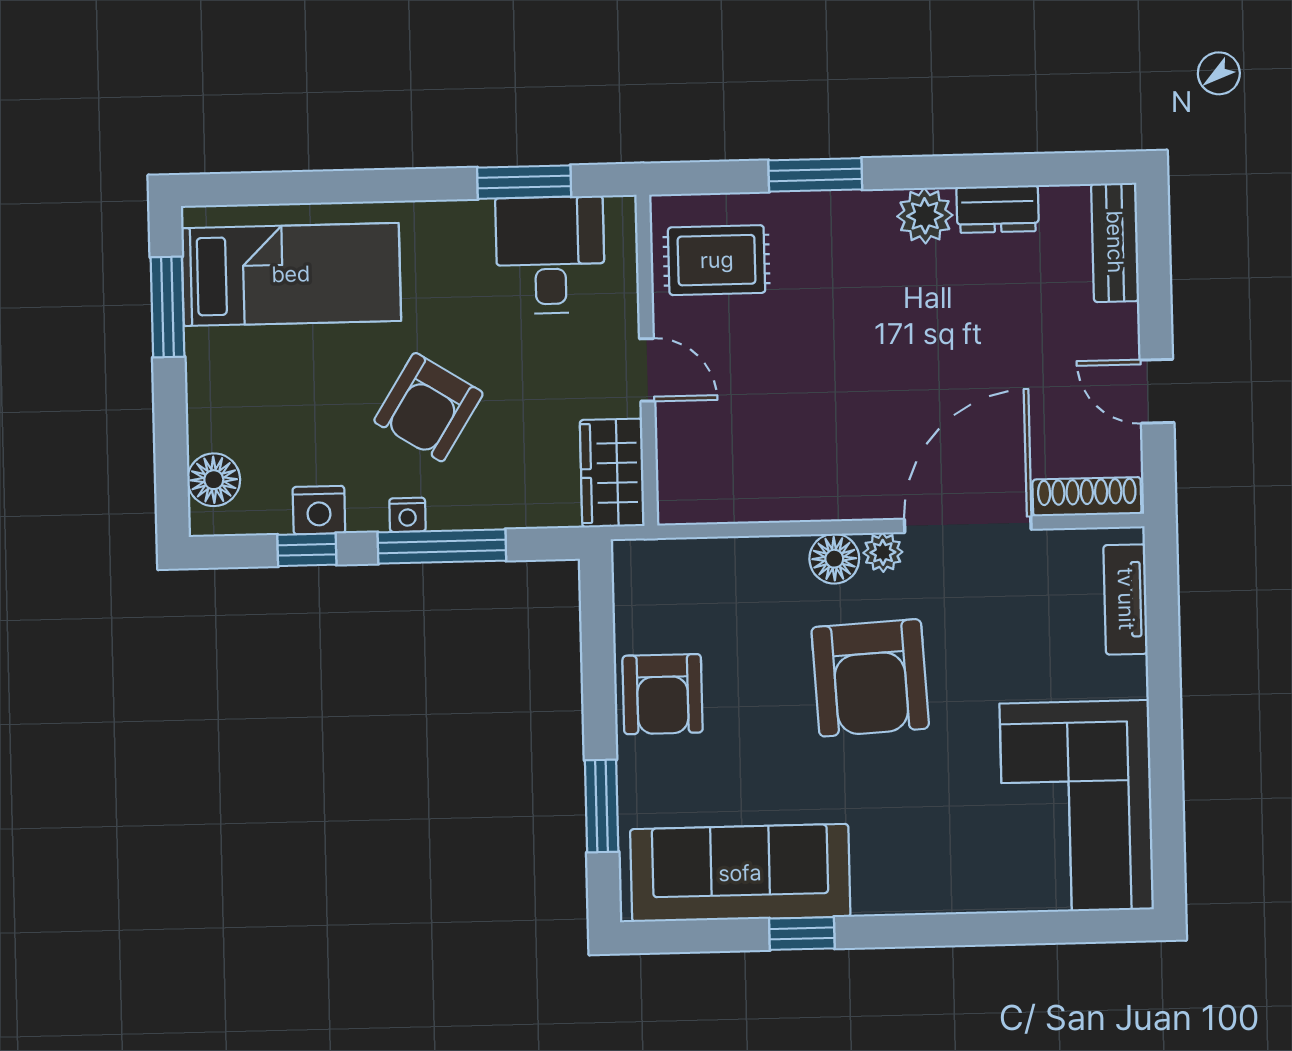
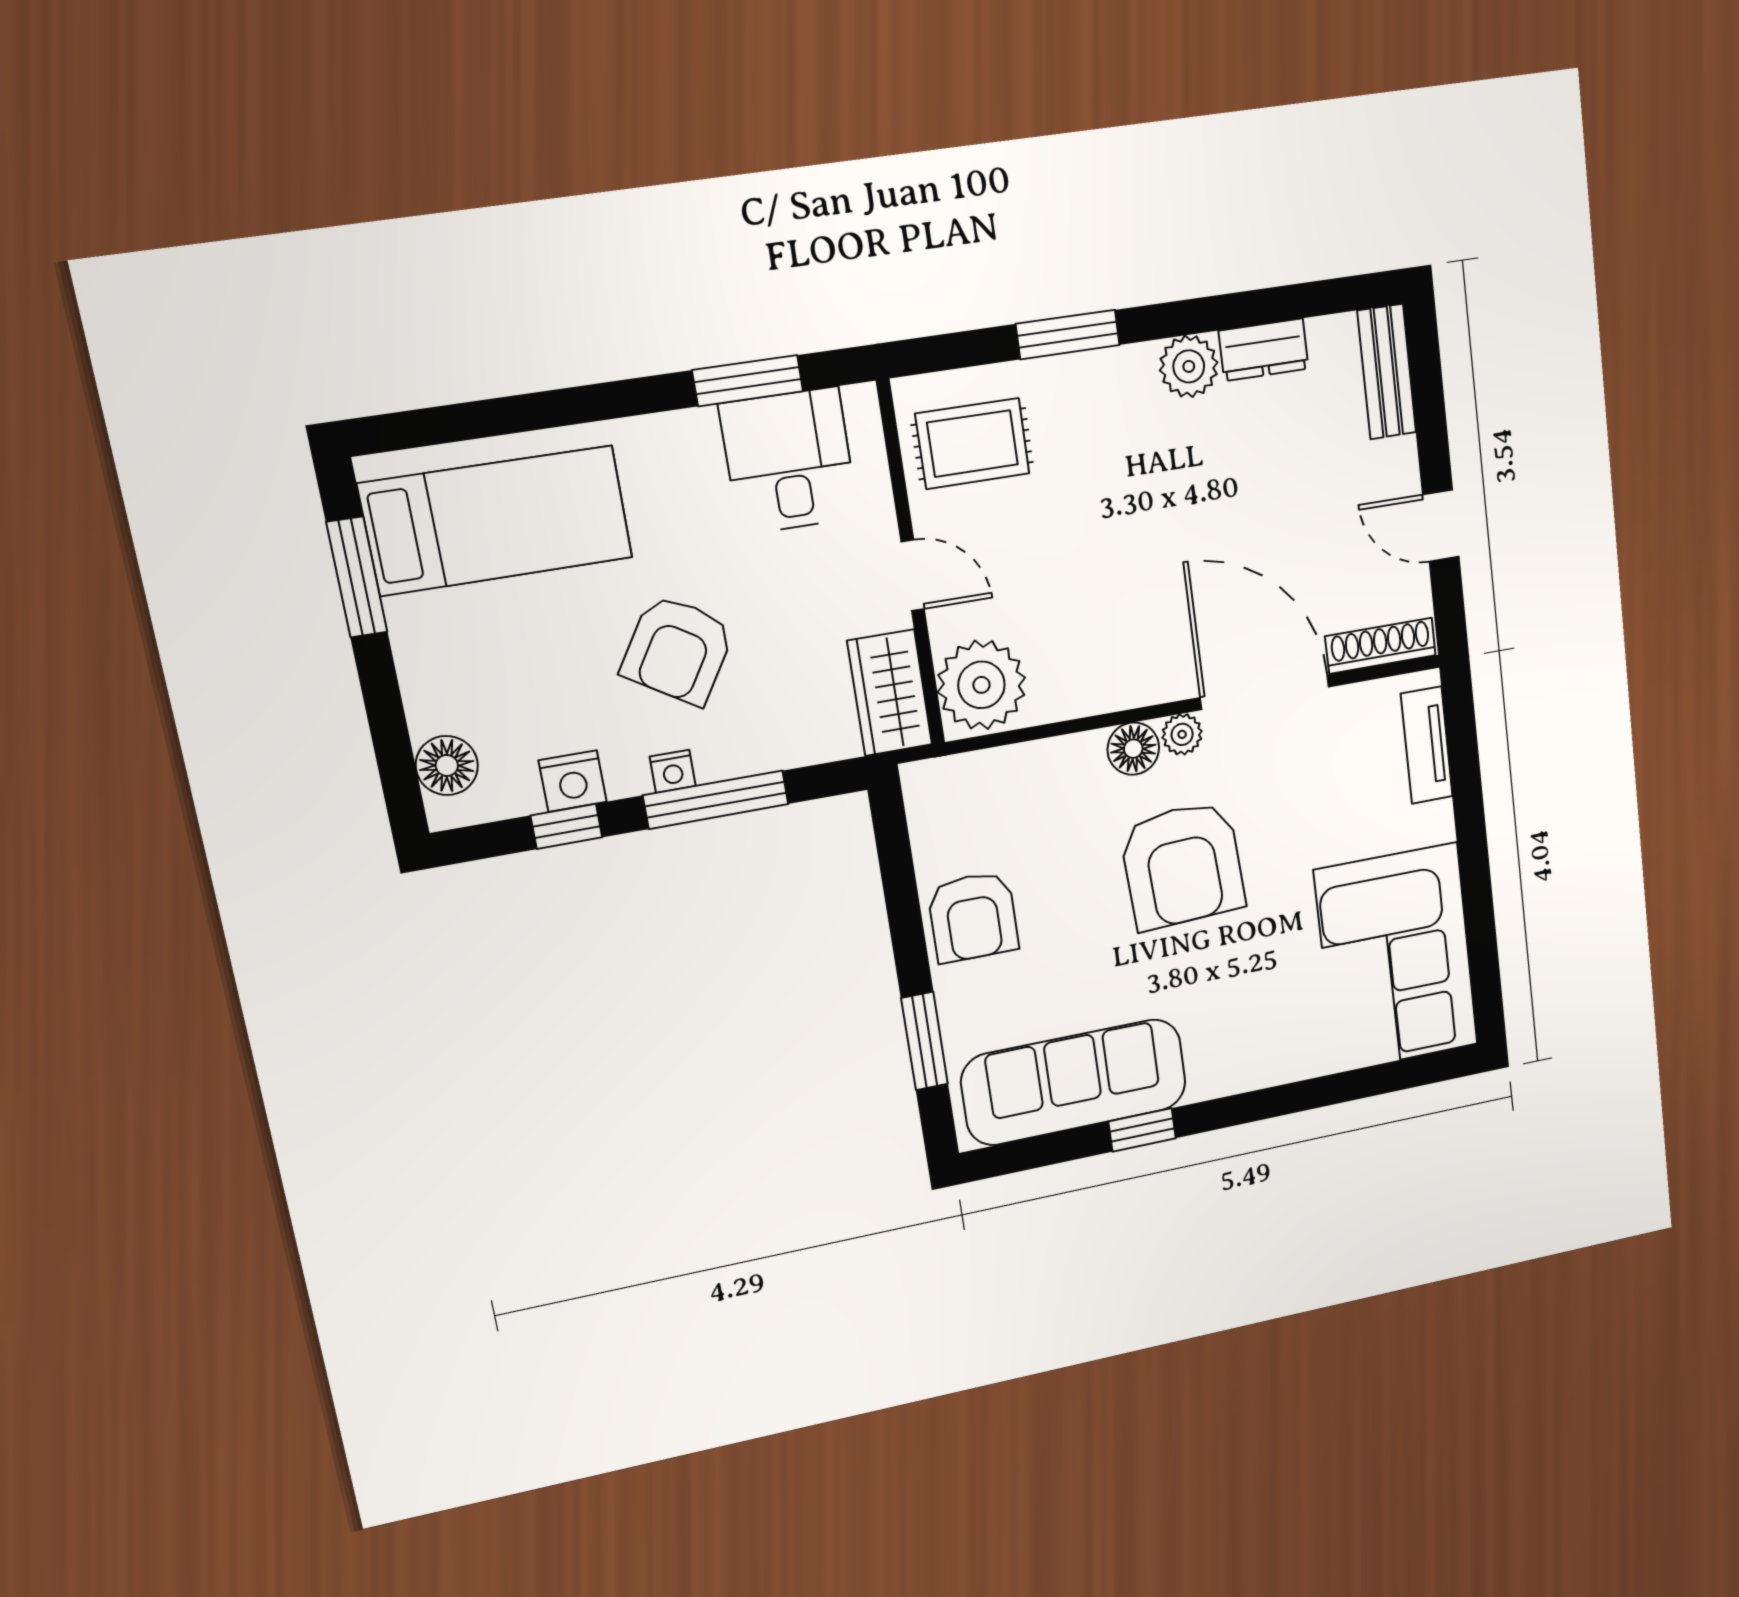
plant: (698, 478) -> (981, 685), added
door: (968, 524) -> (1265, 692), hinge flipped

